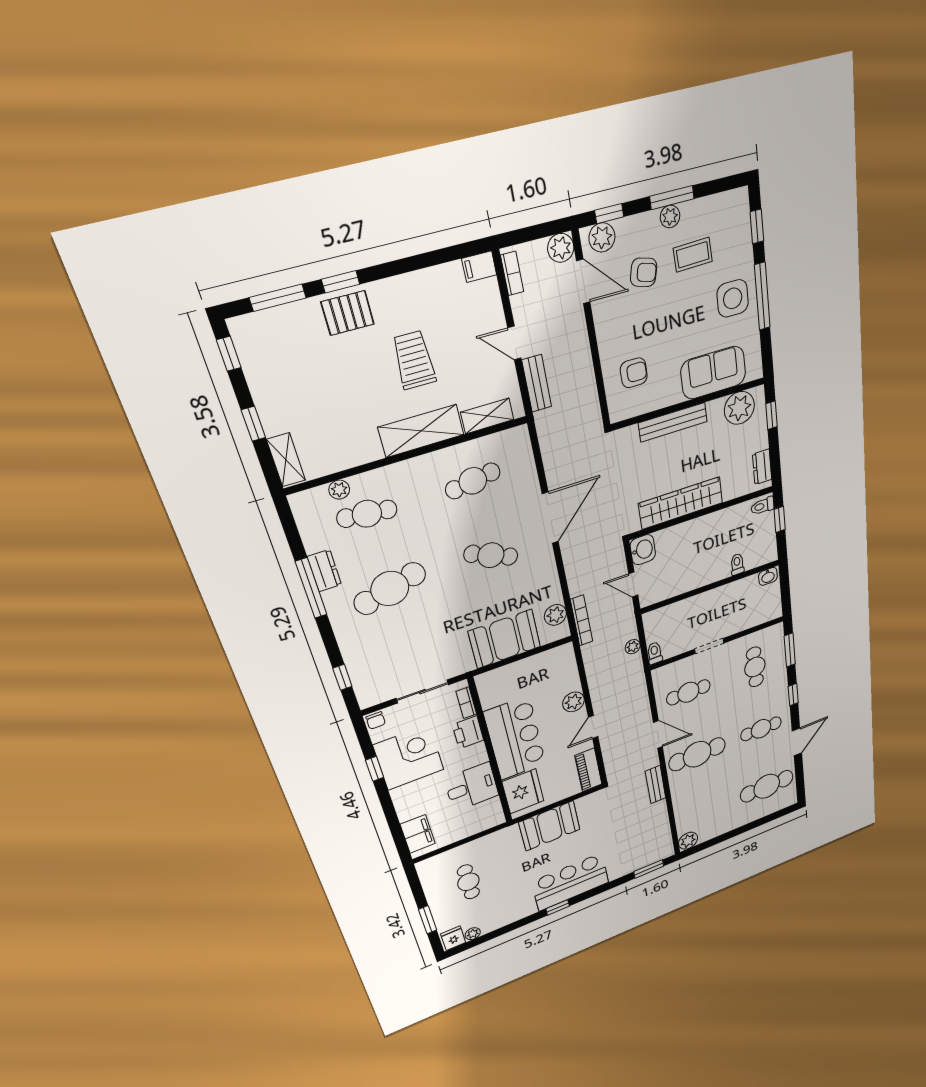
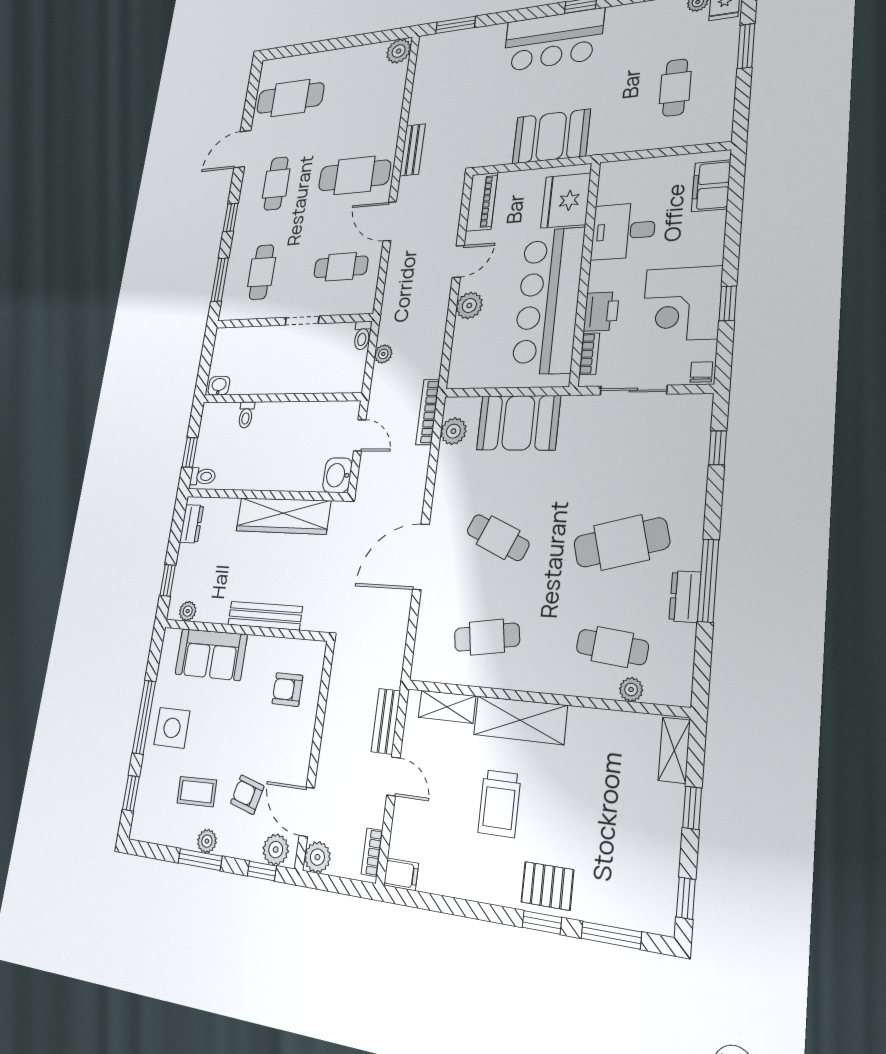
plant: (739, 408) -> (188, 611), width x0.53, depth x0.53
cafe table: (761, 729) -> (276, 183), turned 90
bar counter: (515, 738) -> (548, 301), width x1.36

